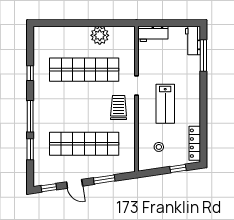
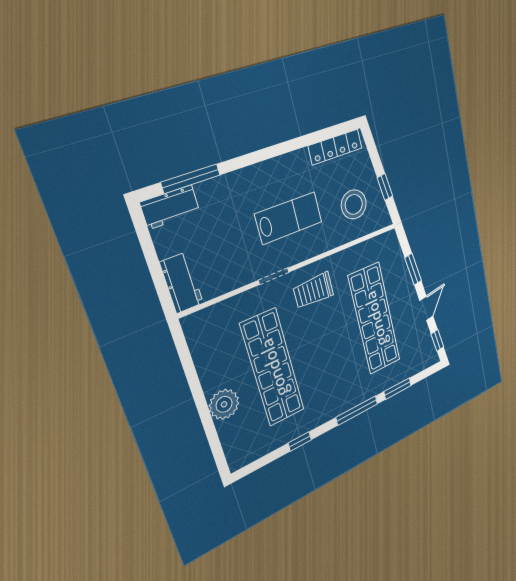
plant: (100, 35) -> (224, 404), moved
stool: (159, 147) -> (354, 204), width x1.89, depth x1.89
window: (178, 169) -> (385, 187), moved

